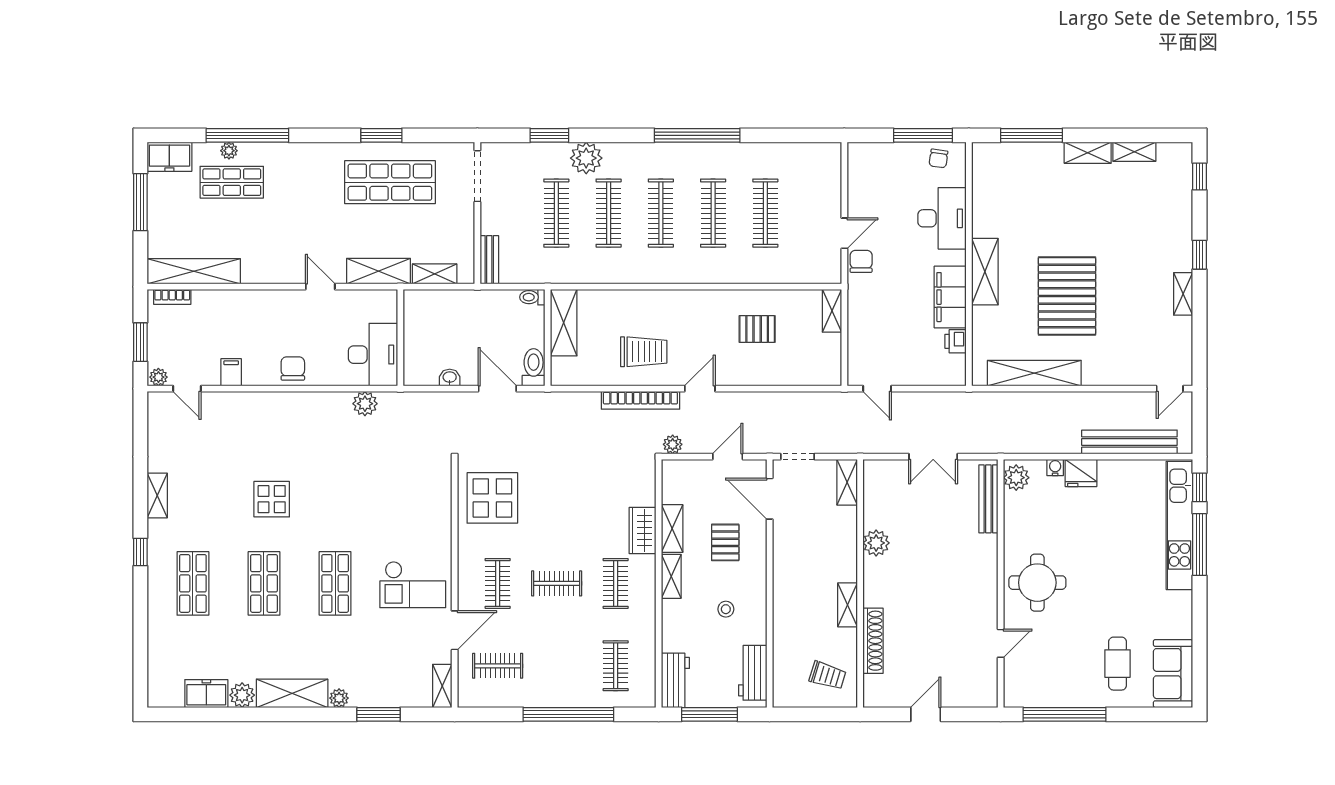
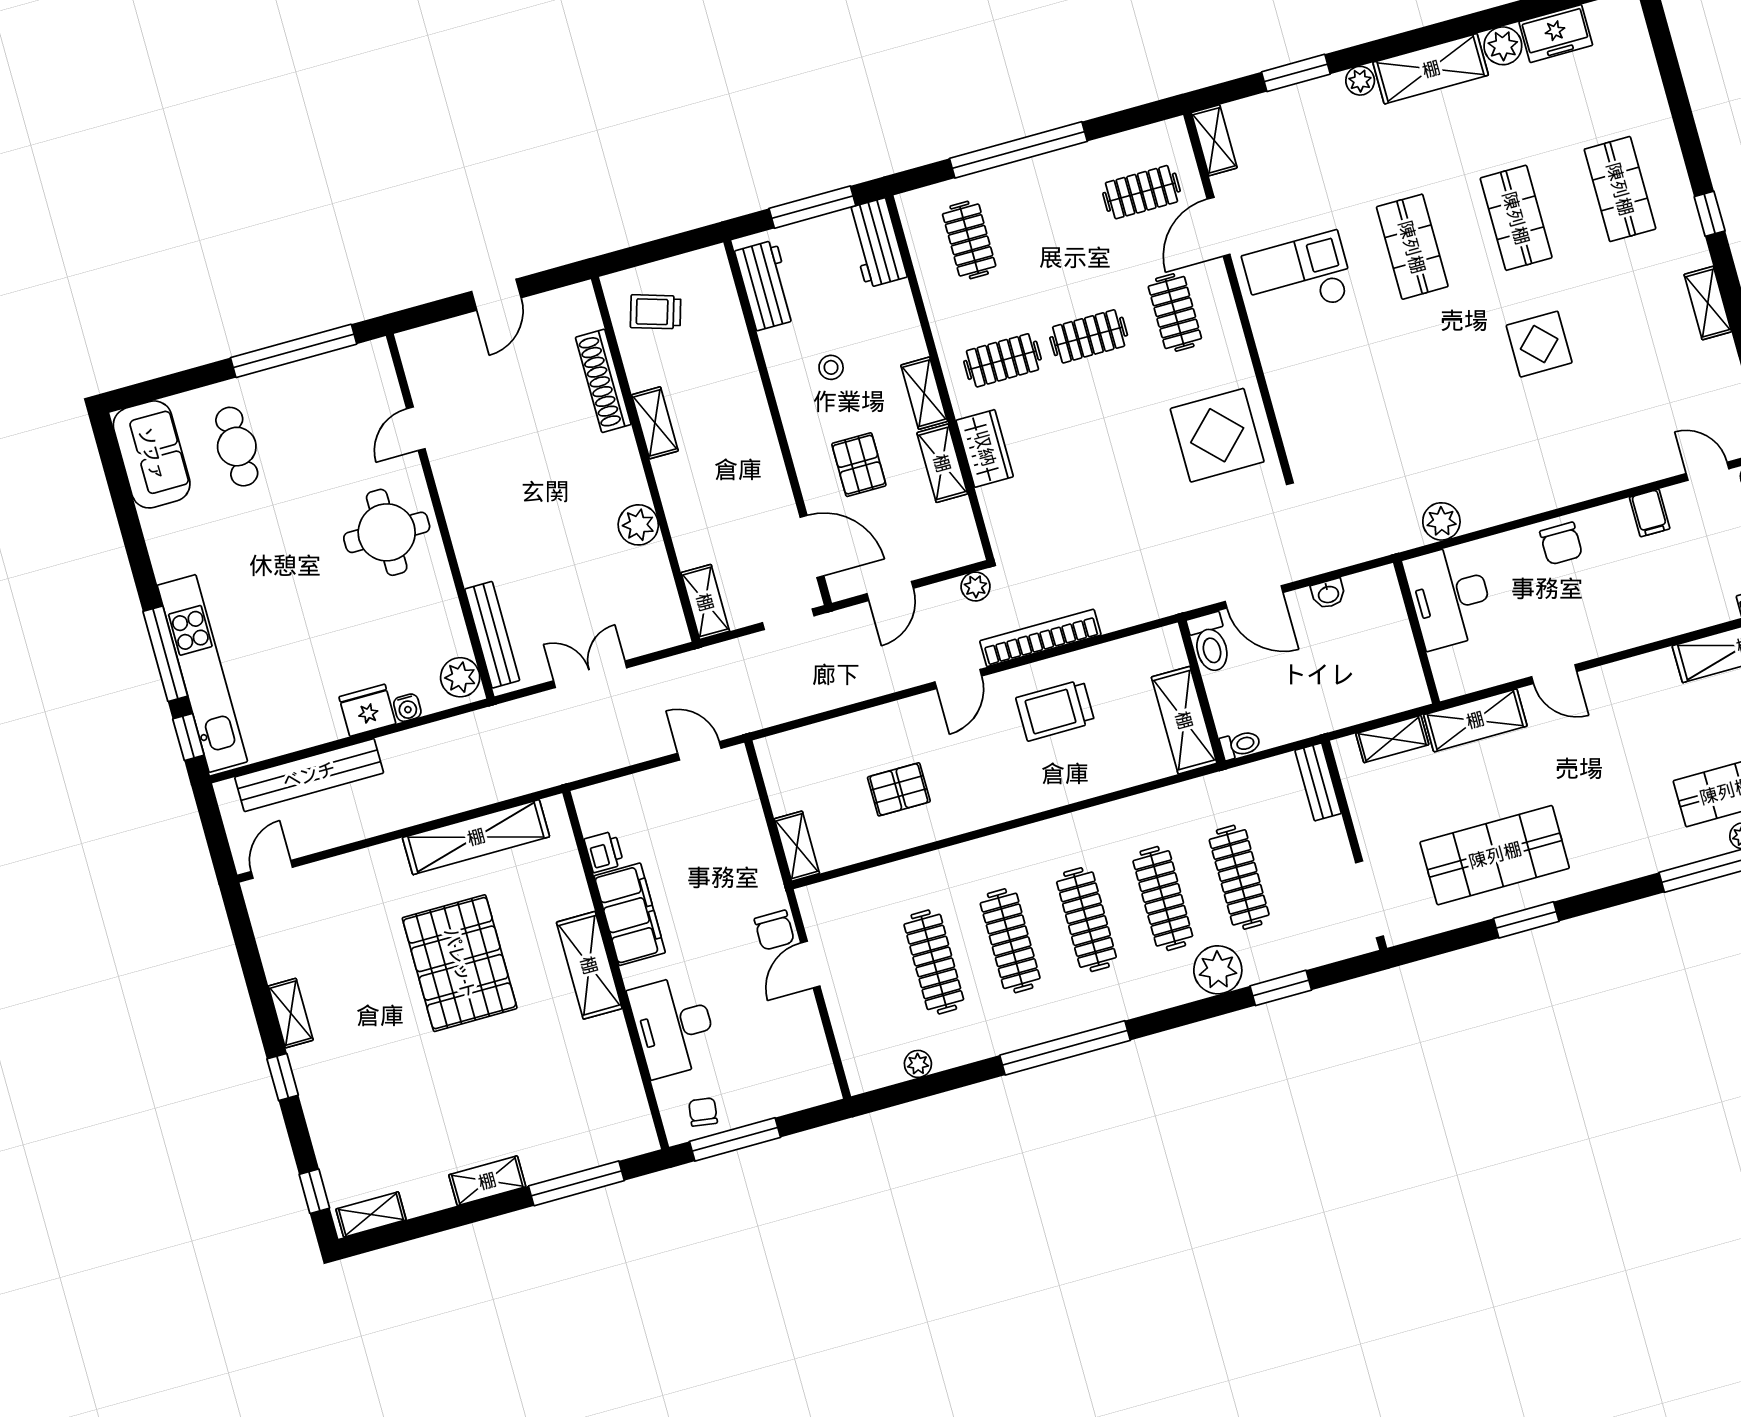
plant: (793, 151) -> (918, 1064), added
shelving: (1134, 152) -> (371, 1214), moved
clothes rail: (616, 583) -> (1002, 360), turned 90

